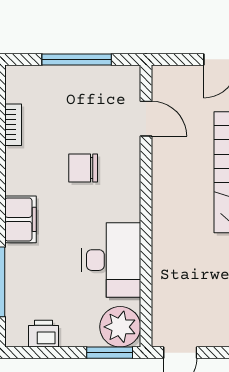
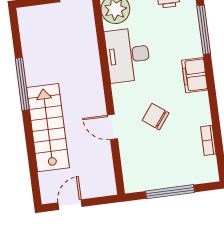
door: (146, 119) -> (112, 127), moved
chair: (83, 168) -> (156, 117), turned -143

